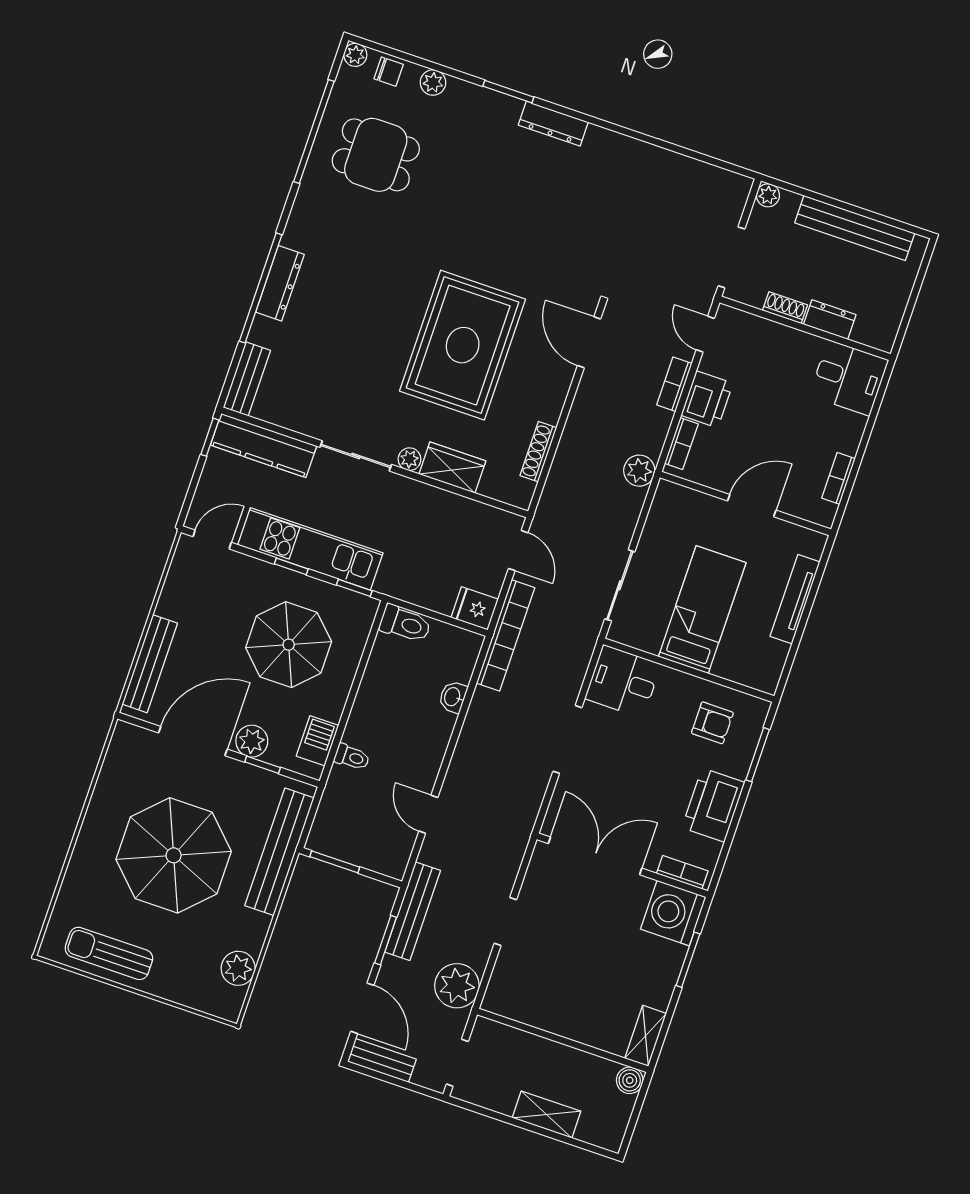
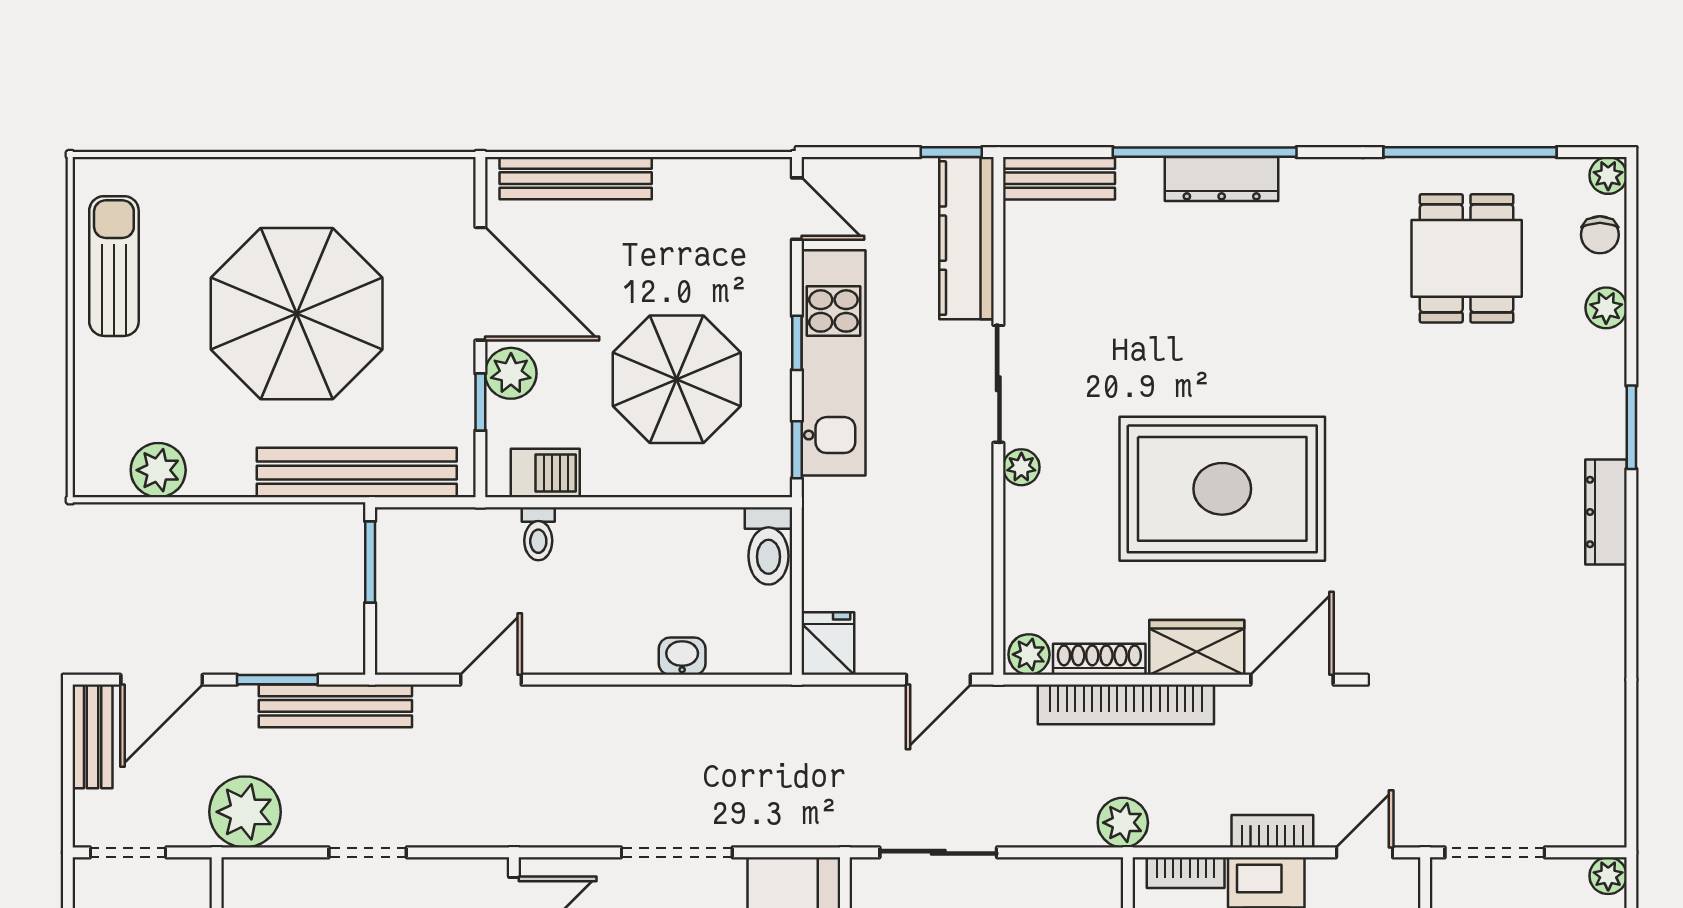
wardrobe: (452, 468) -> (1197, 647), moved, turned -90
plant: (521, 492) -> (1029, 654), added
bookcase: (506, 635) -> (1126, 704), moved

